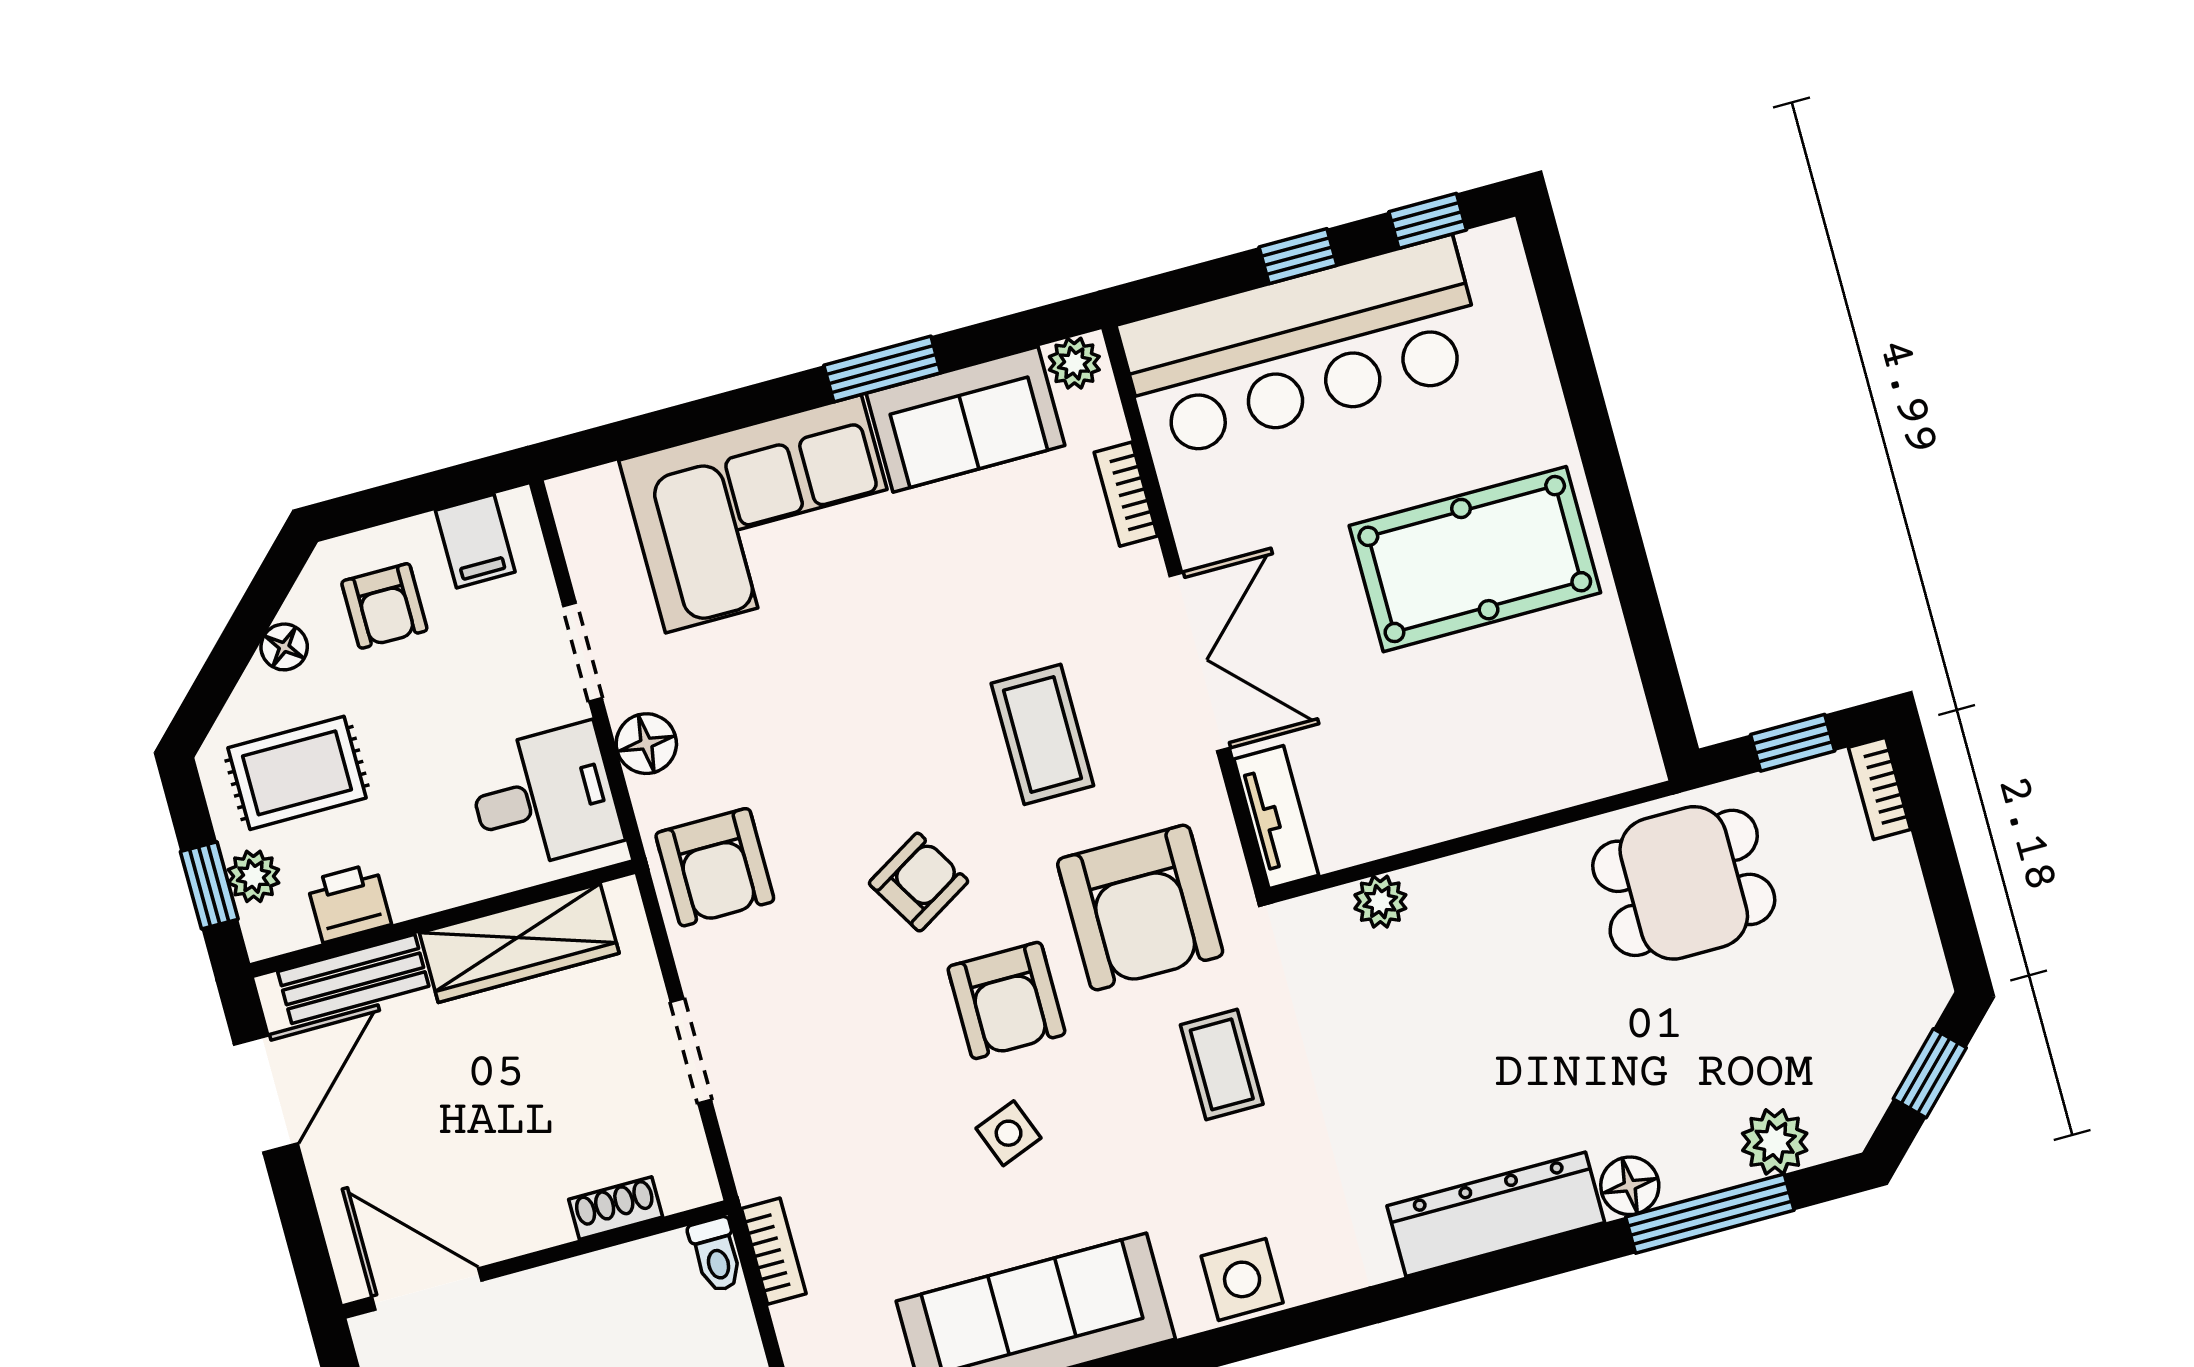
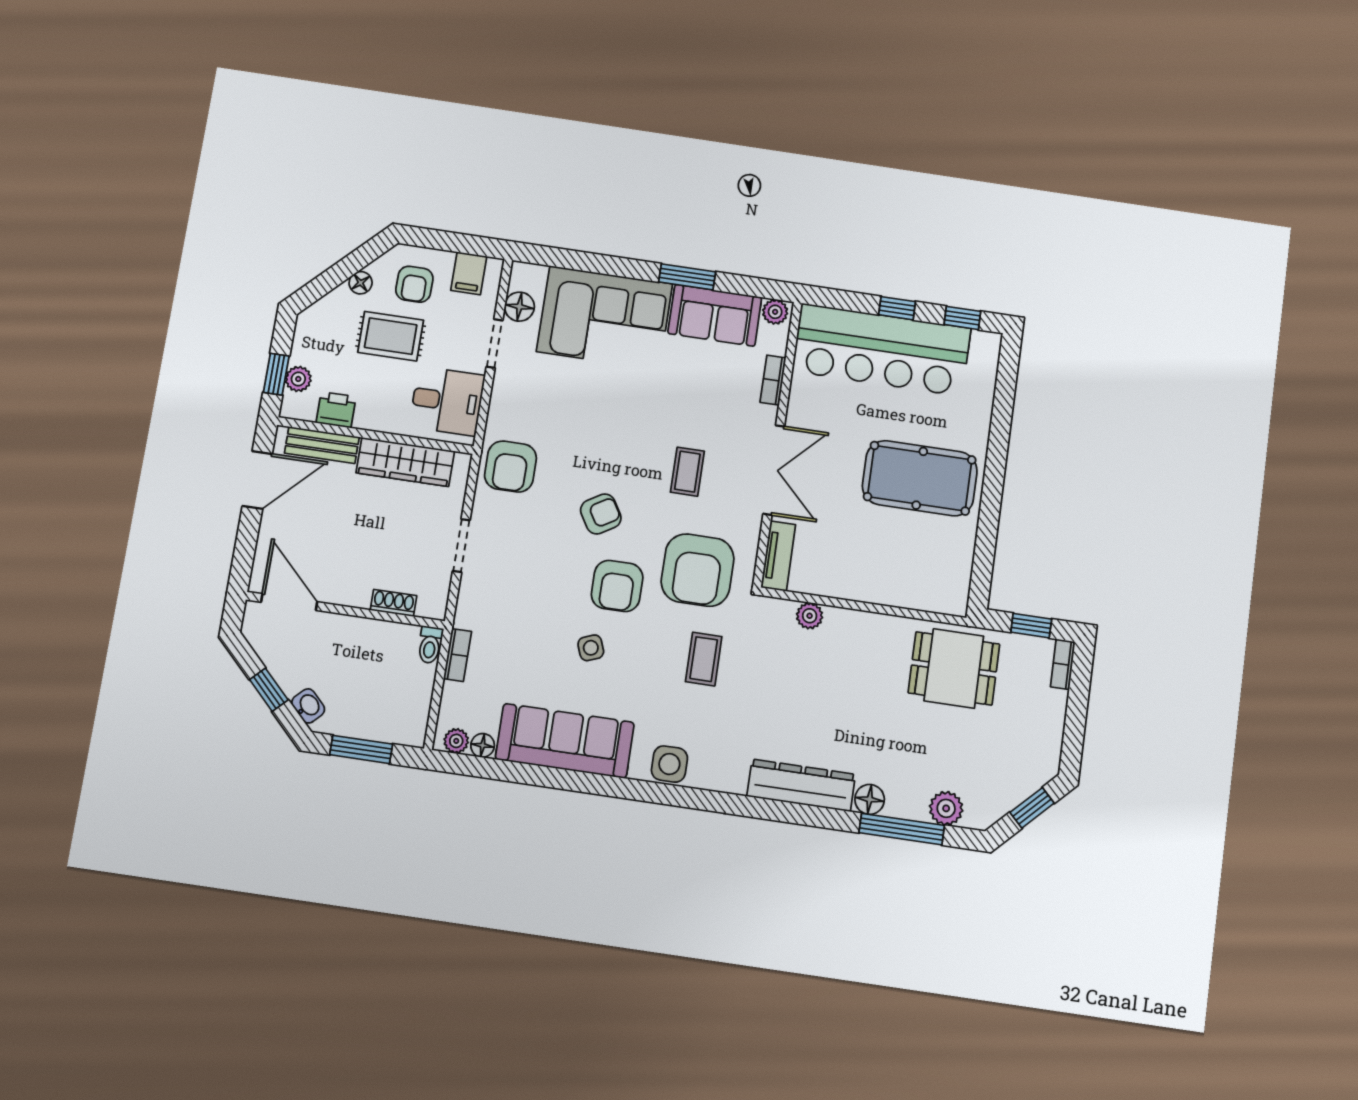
coffee table: (1042, 734) -> (687, 472), width x0.73, depth x0.77
floor lamp: (646, 744) -> (519, 307), moved
rug: (297, 773) -> (391, 336), moved

